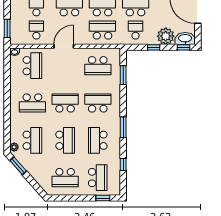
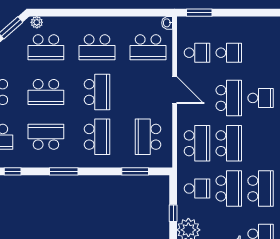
school desk: (32, 103) -> (97, 47), turned -90

